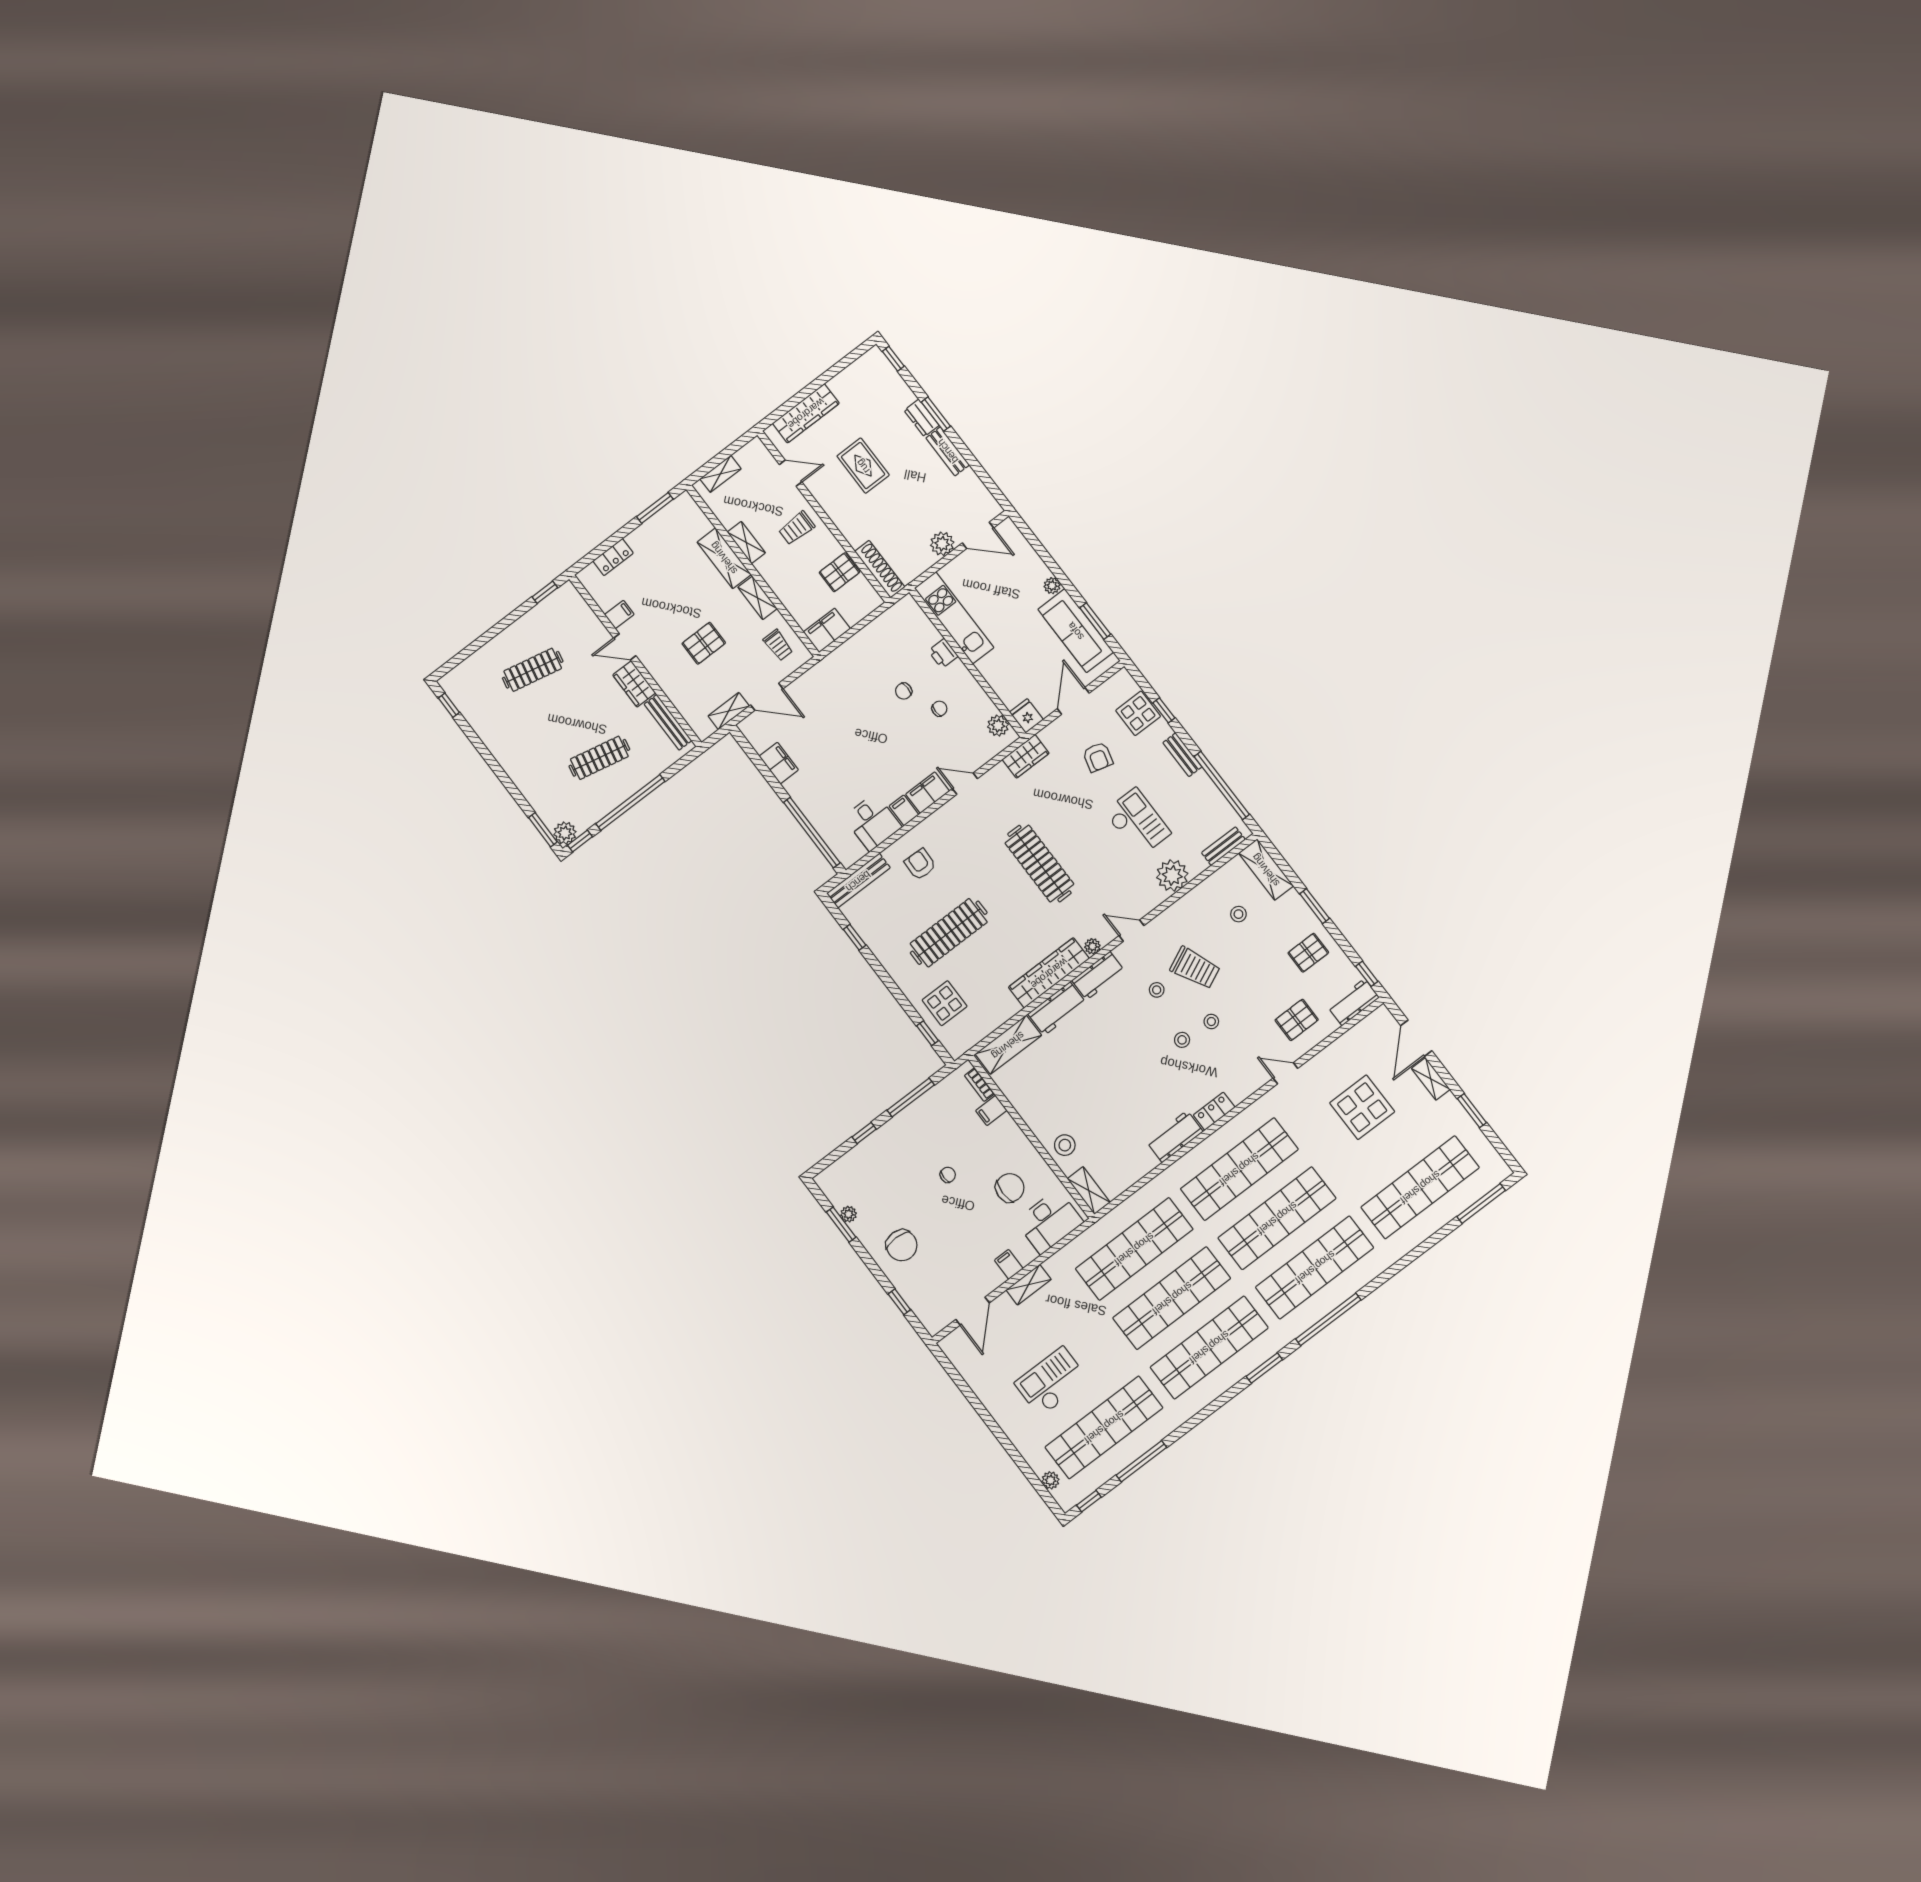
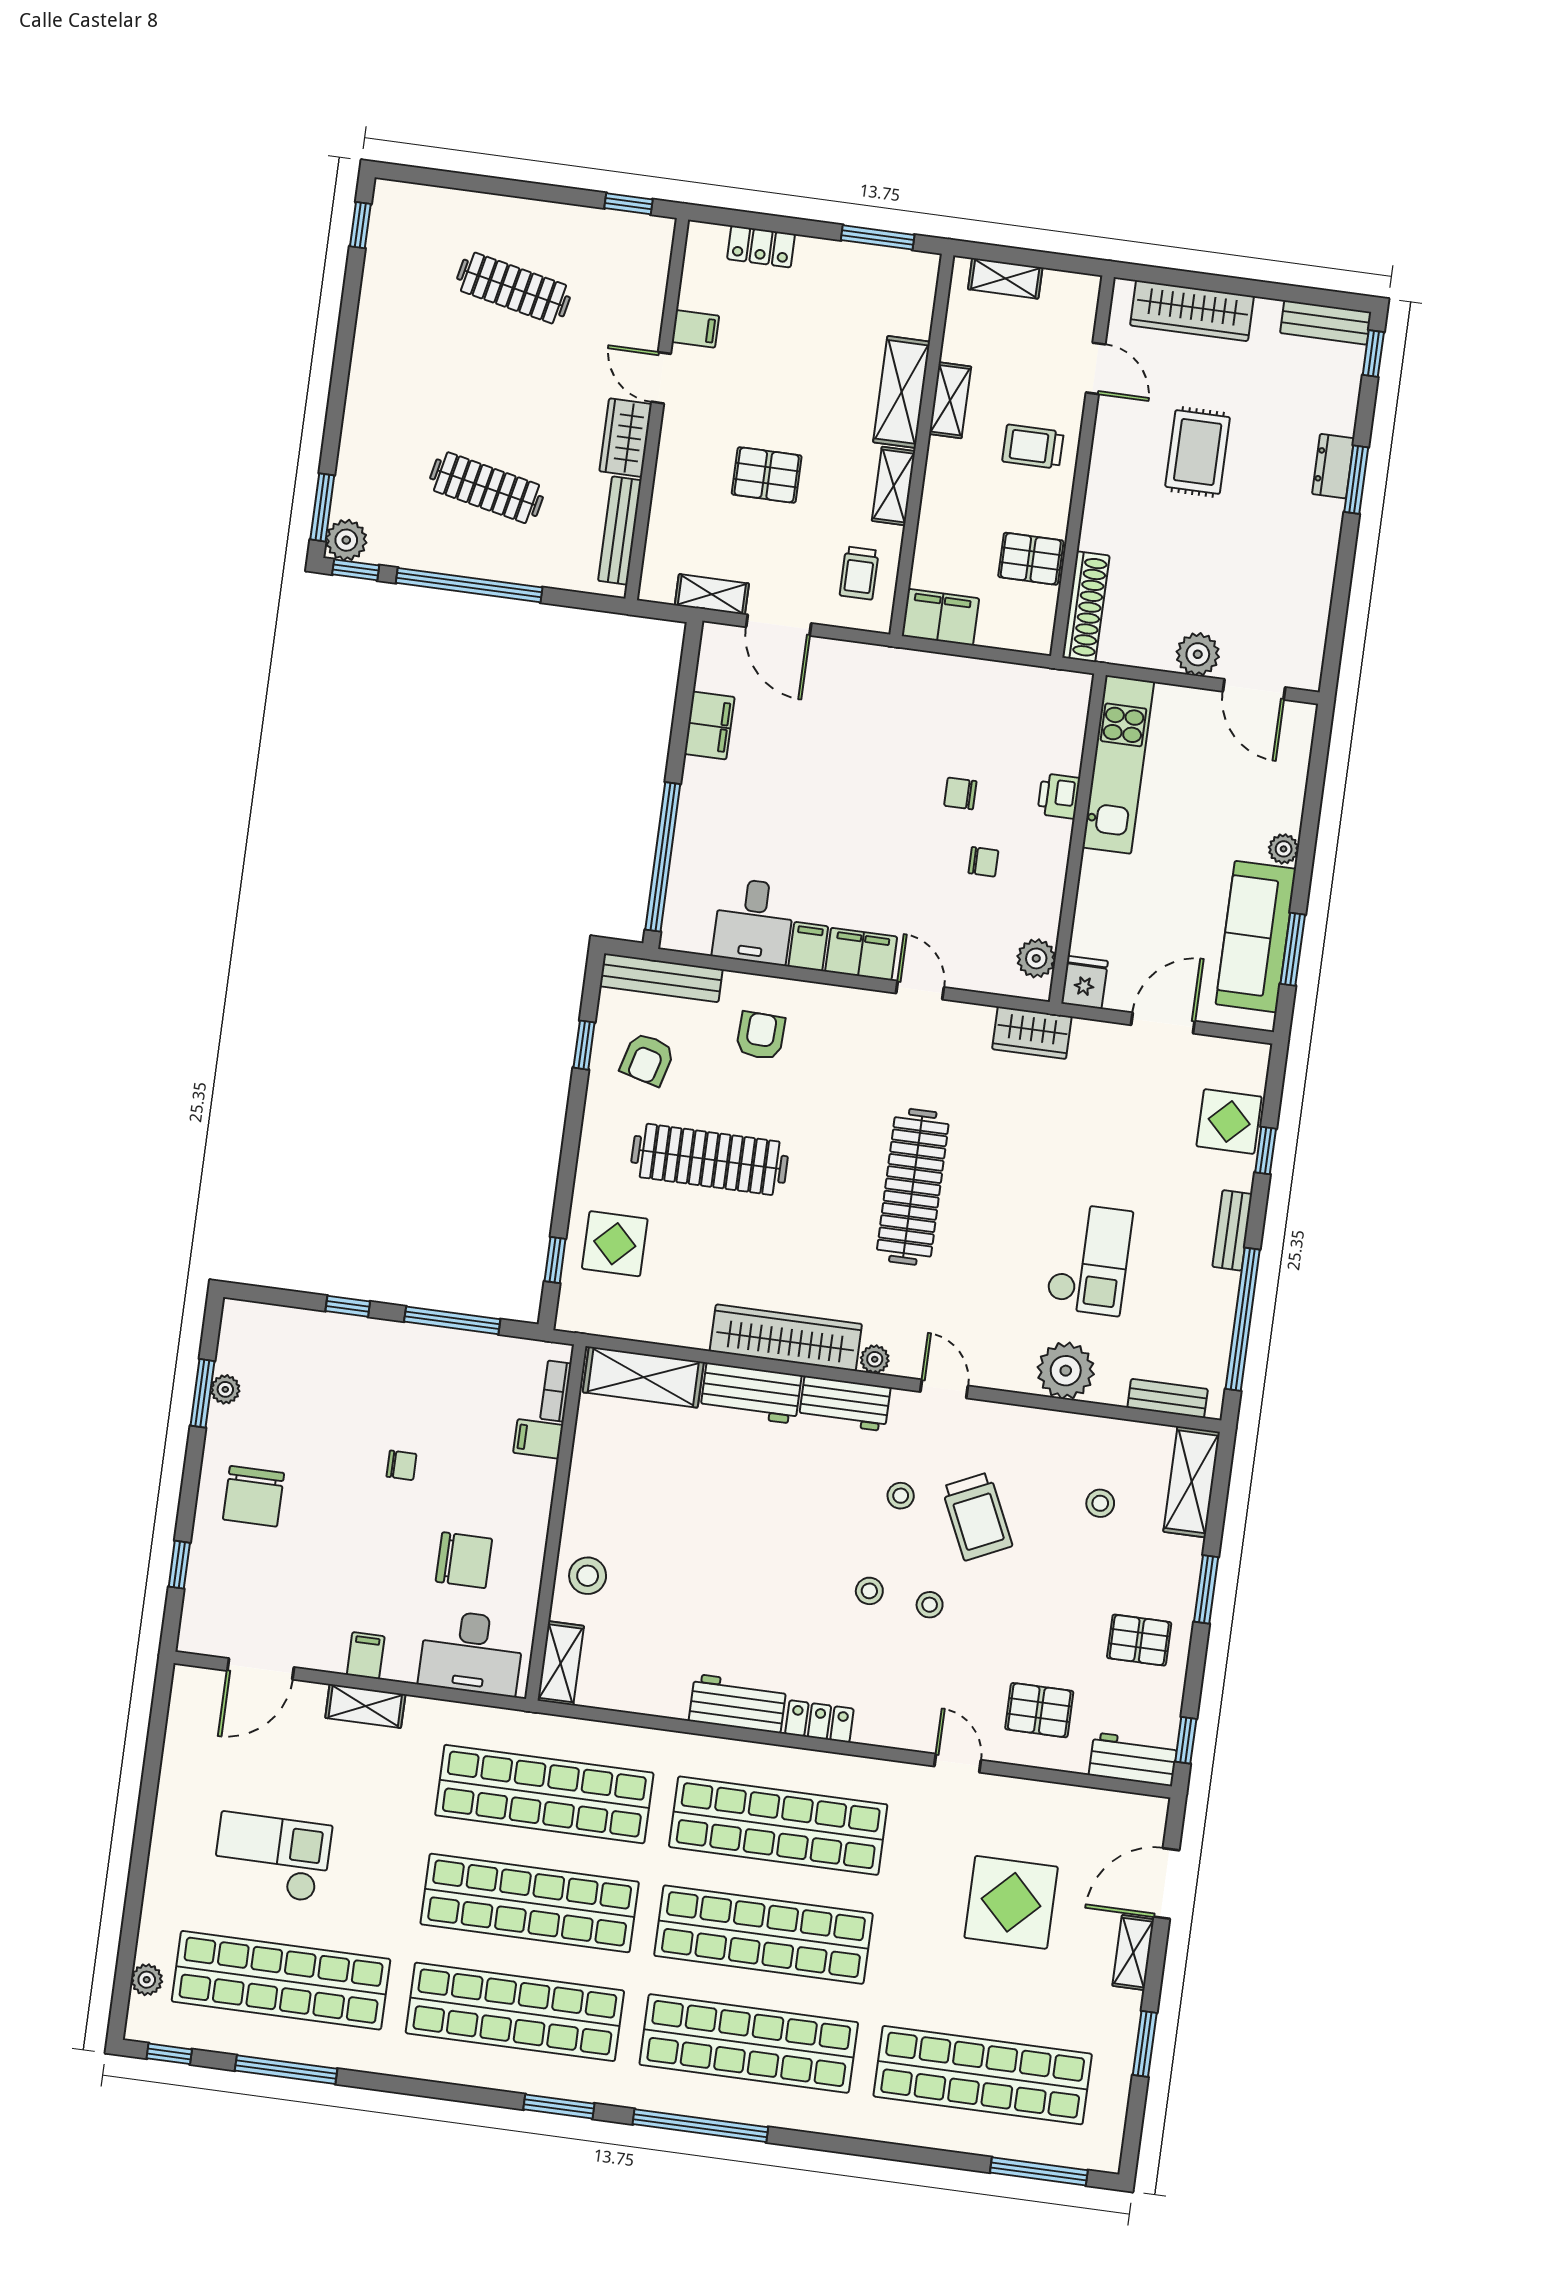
bench: (948, 451) -> (1326, 322), moved, turned 90
armchair: (1098, 757) -> (647, 1059), moved

